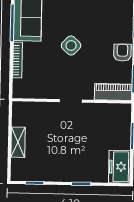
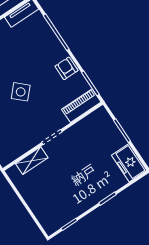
shelving: (18, 142) -> (32, 161), moved, turned 90

